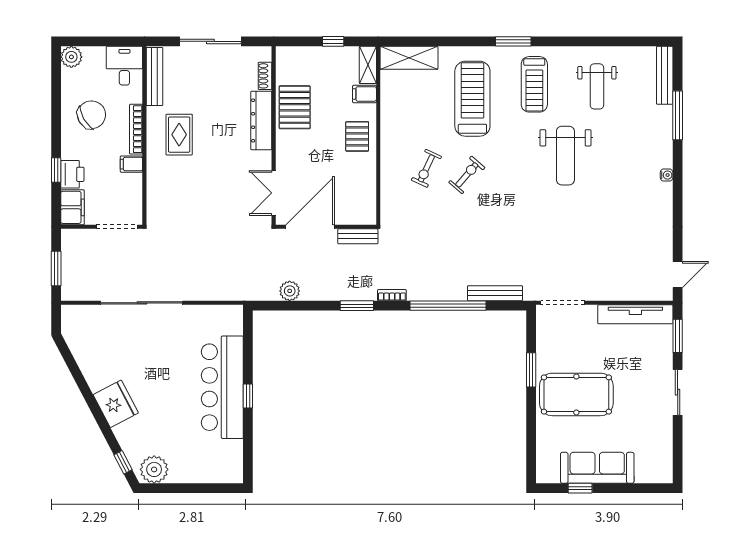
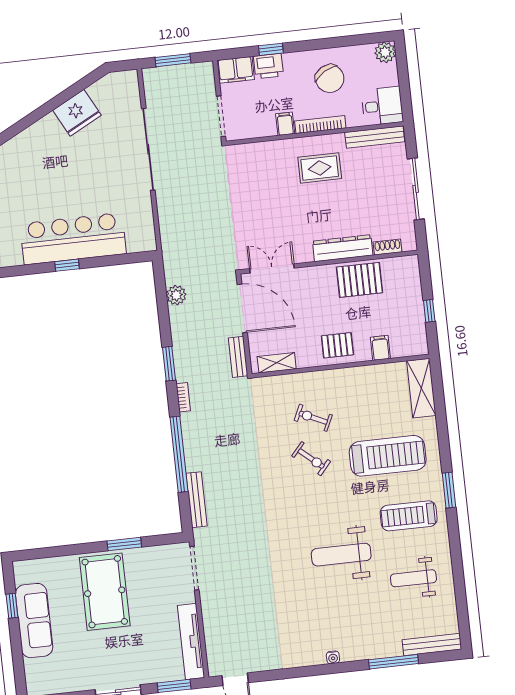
shelving: (368, 65) -> (277, 363), moved
fridge: (116, 404) -> (77, 113), moved

